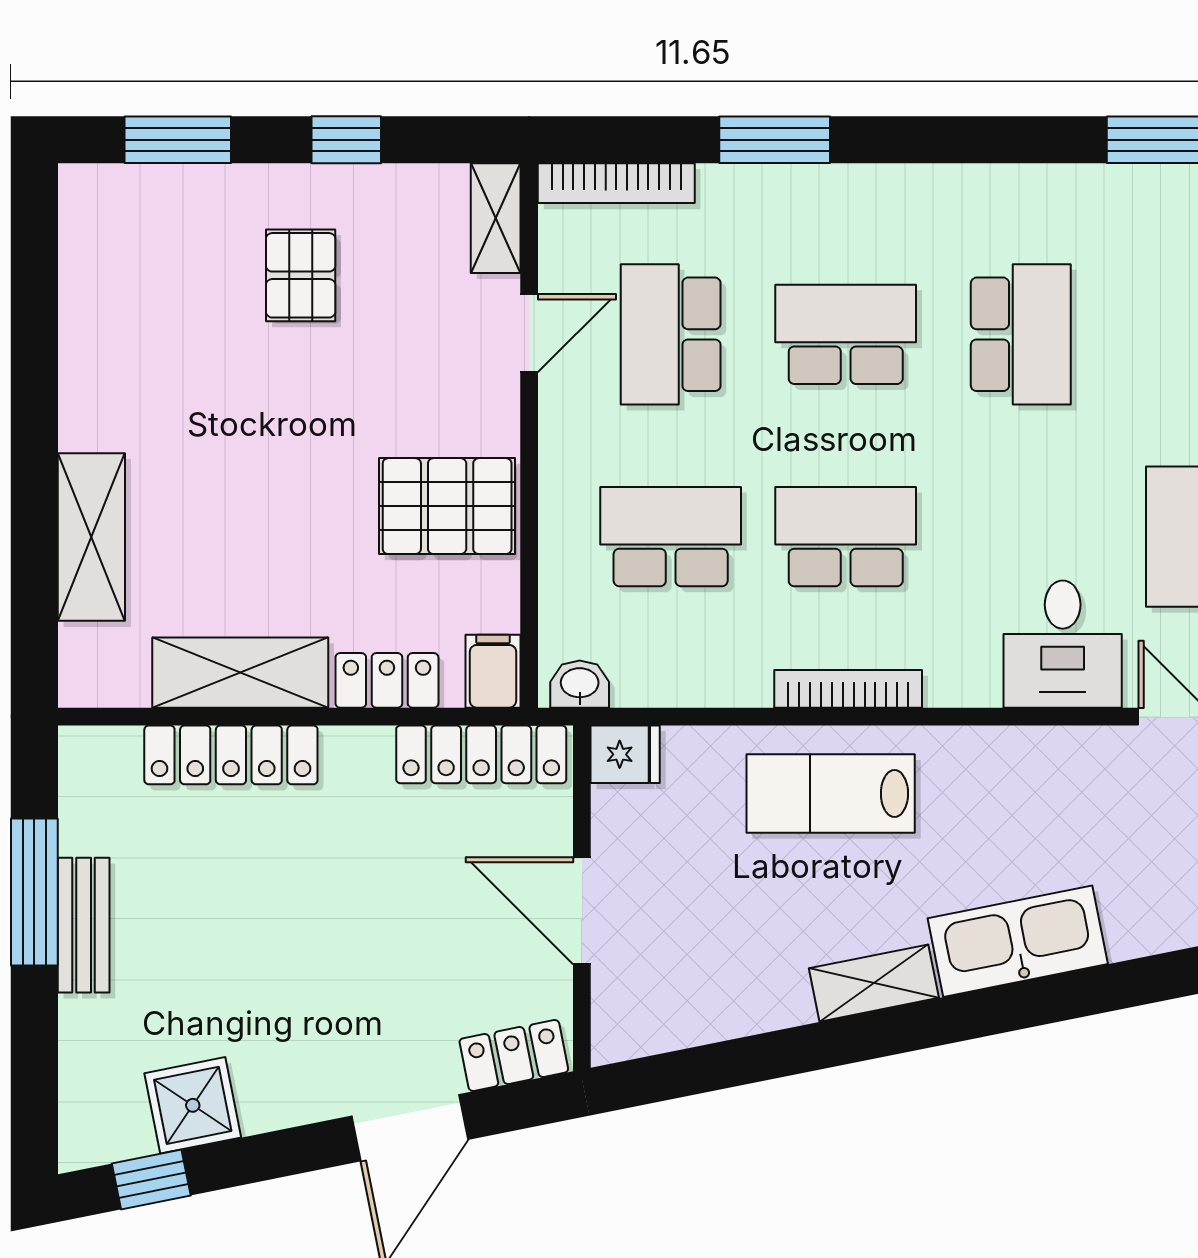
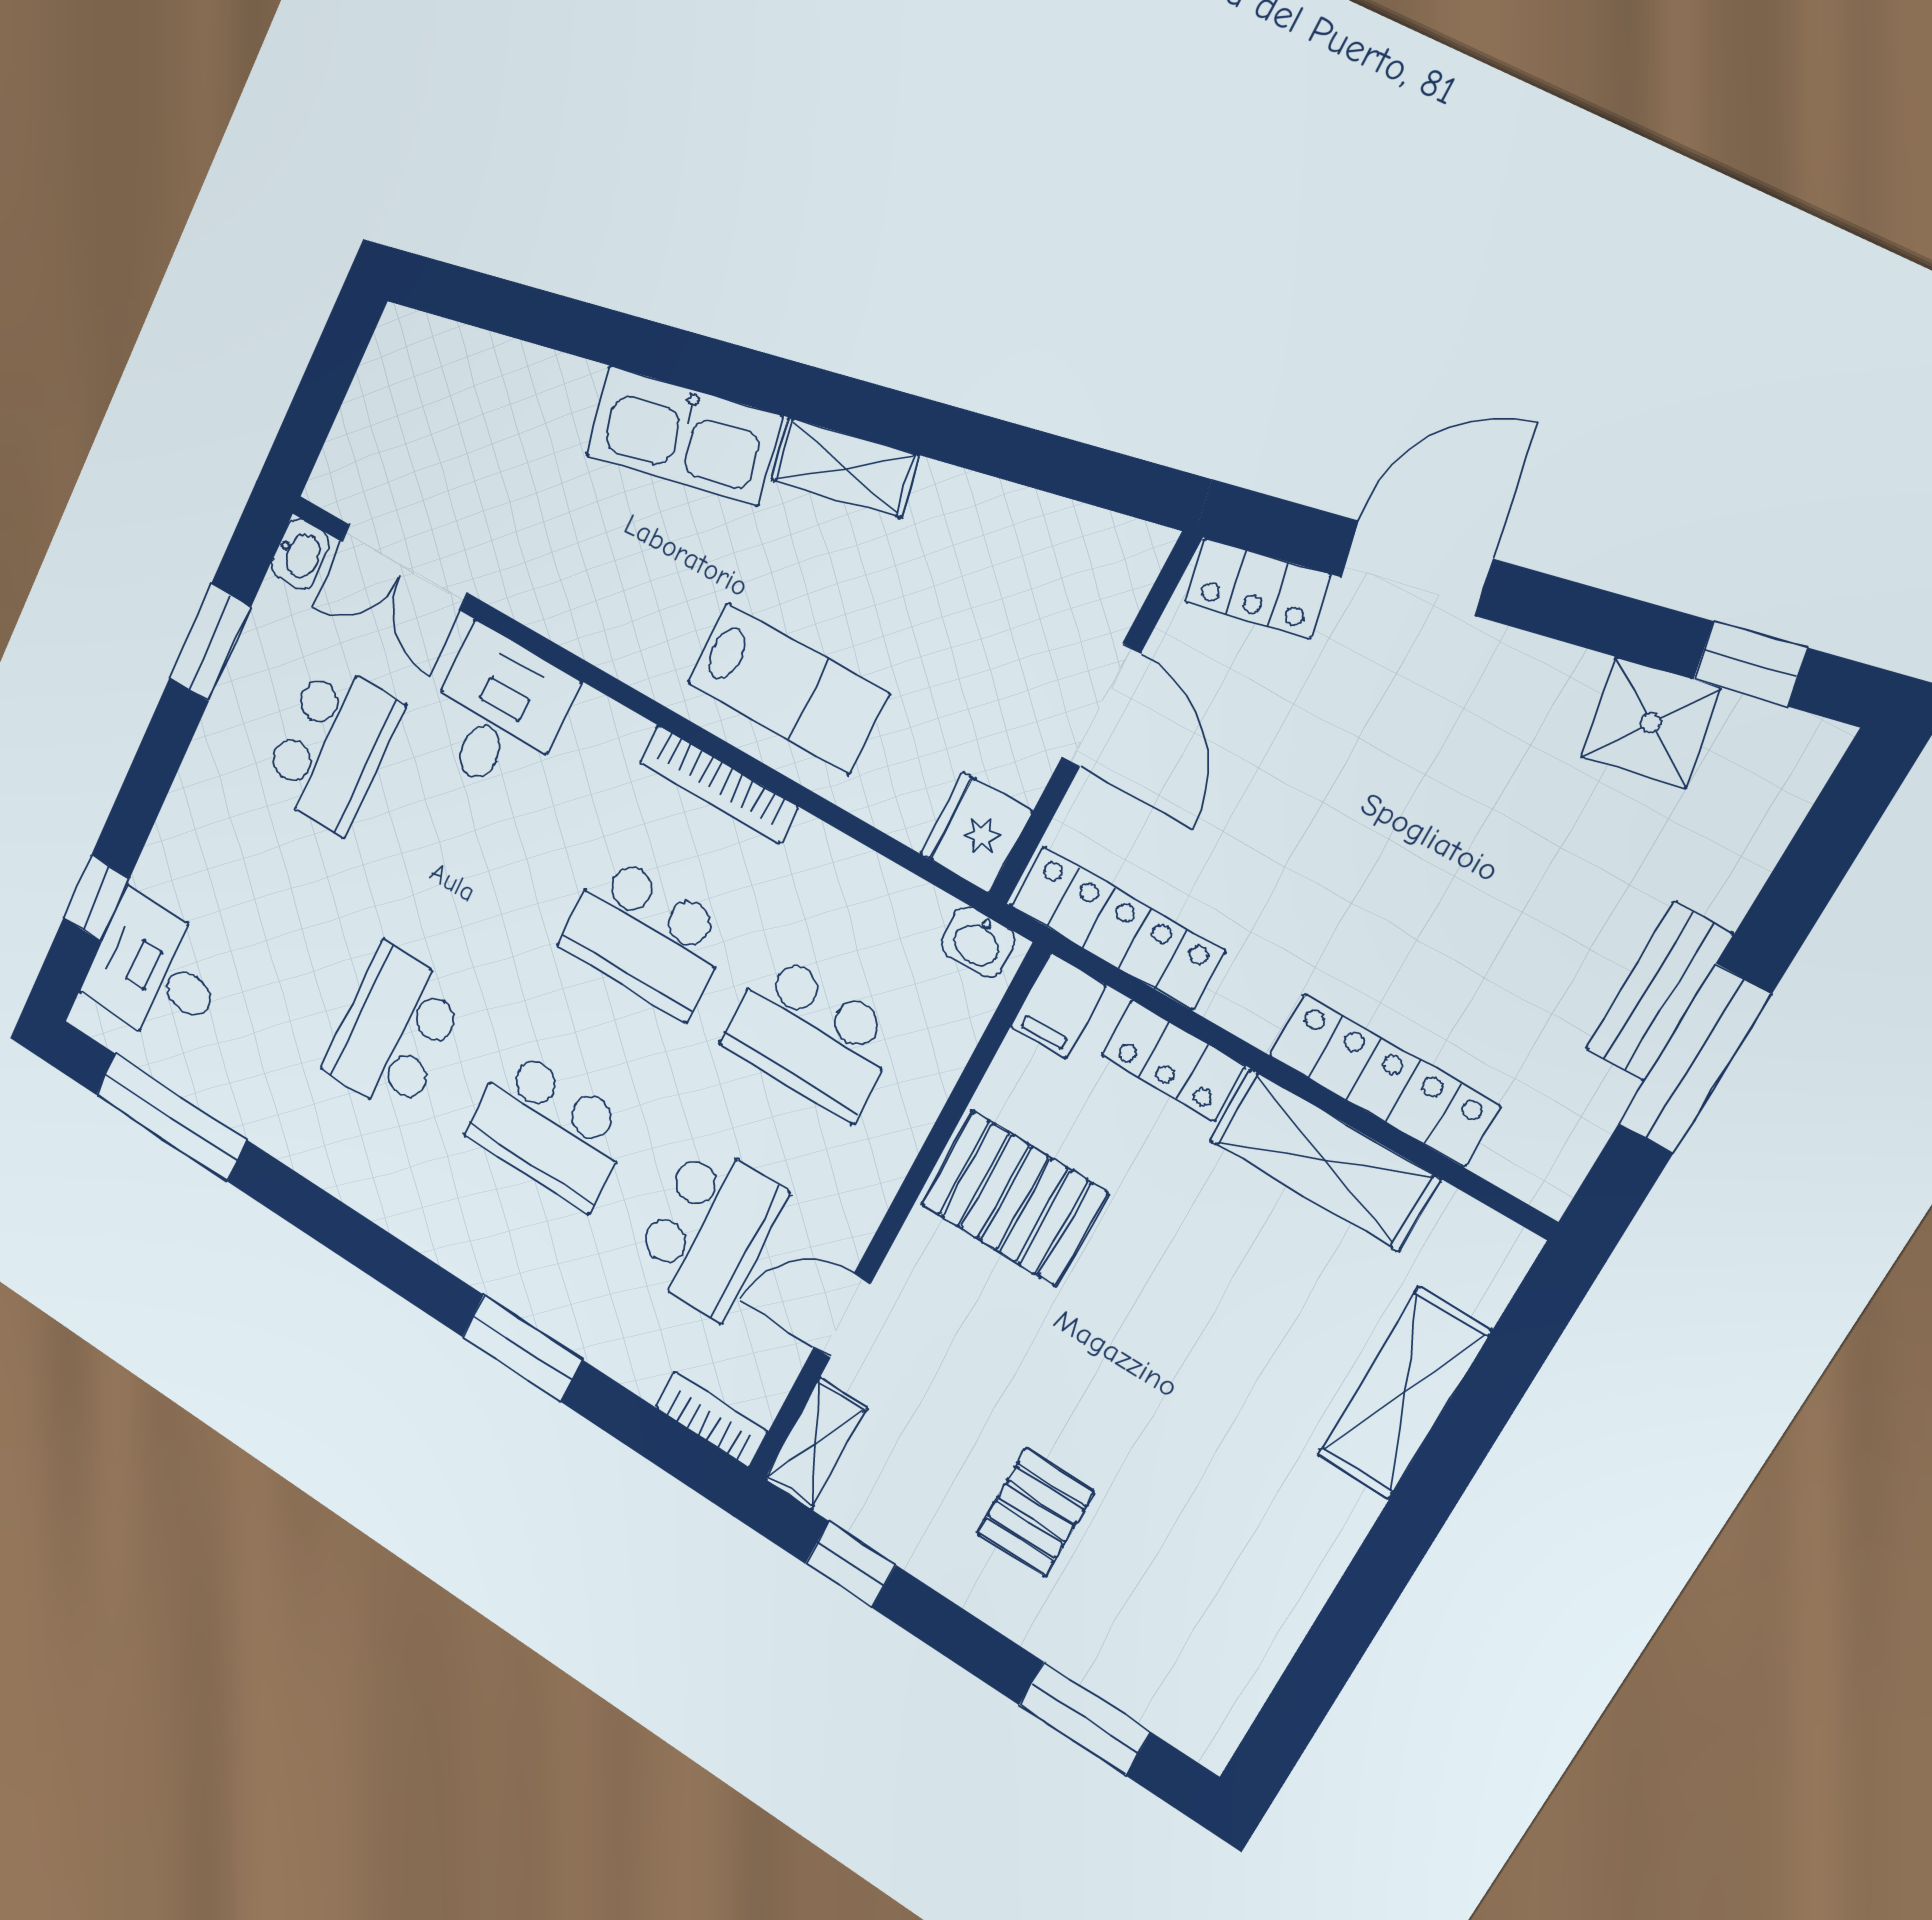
window: (346, 140) -> (850, 1564), moved
bookcase: (616, 183) -> (712, 1419), width x0.64
fridge: (625, 754) -> (976, 832), width x1.38

